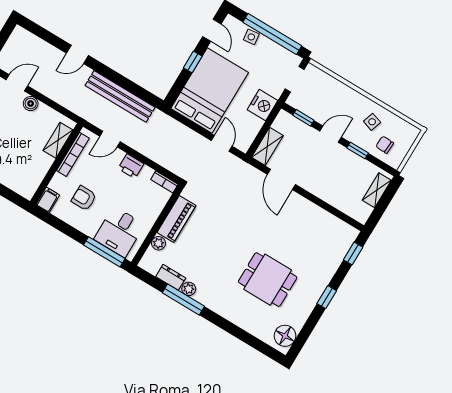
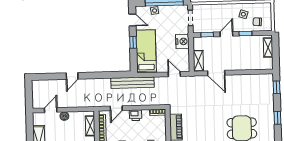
bed: (210, 90) -> (146, 51), width x0.67
bench: (120, 96) -> (132, 83), moved

